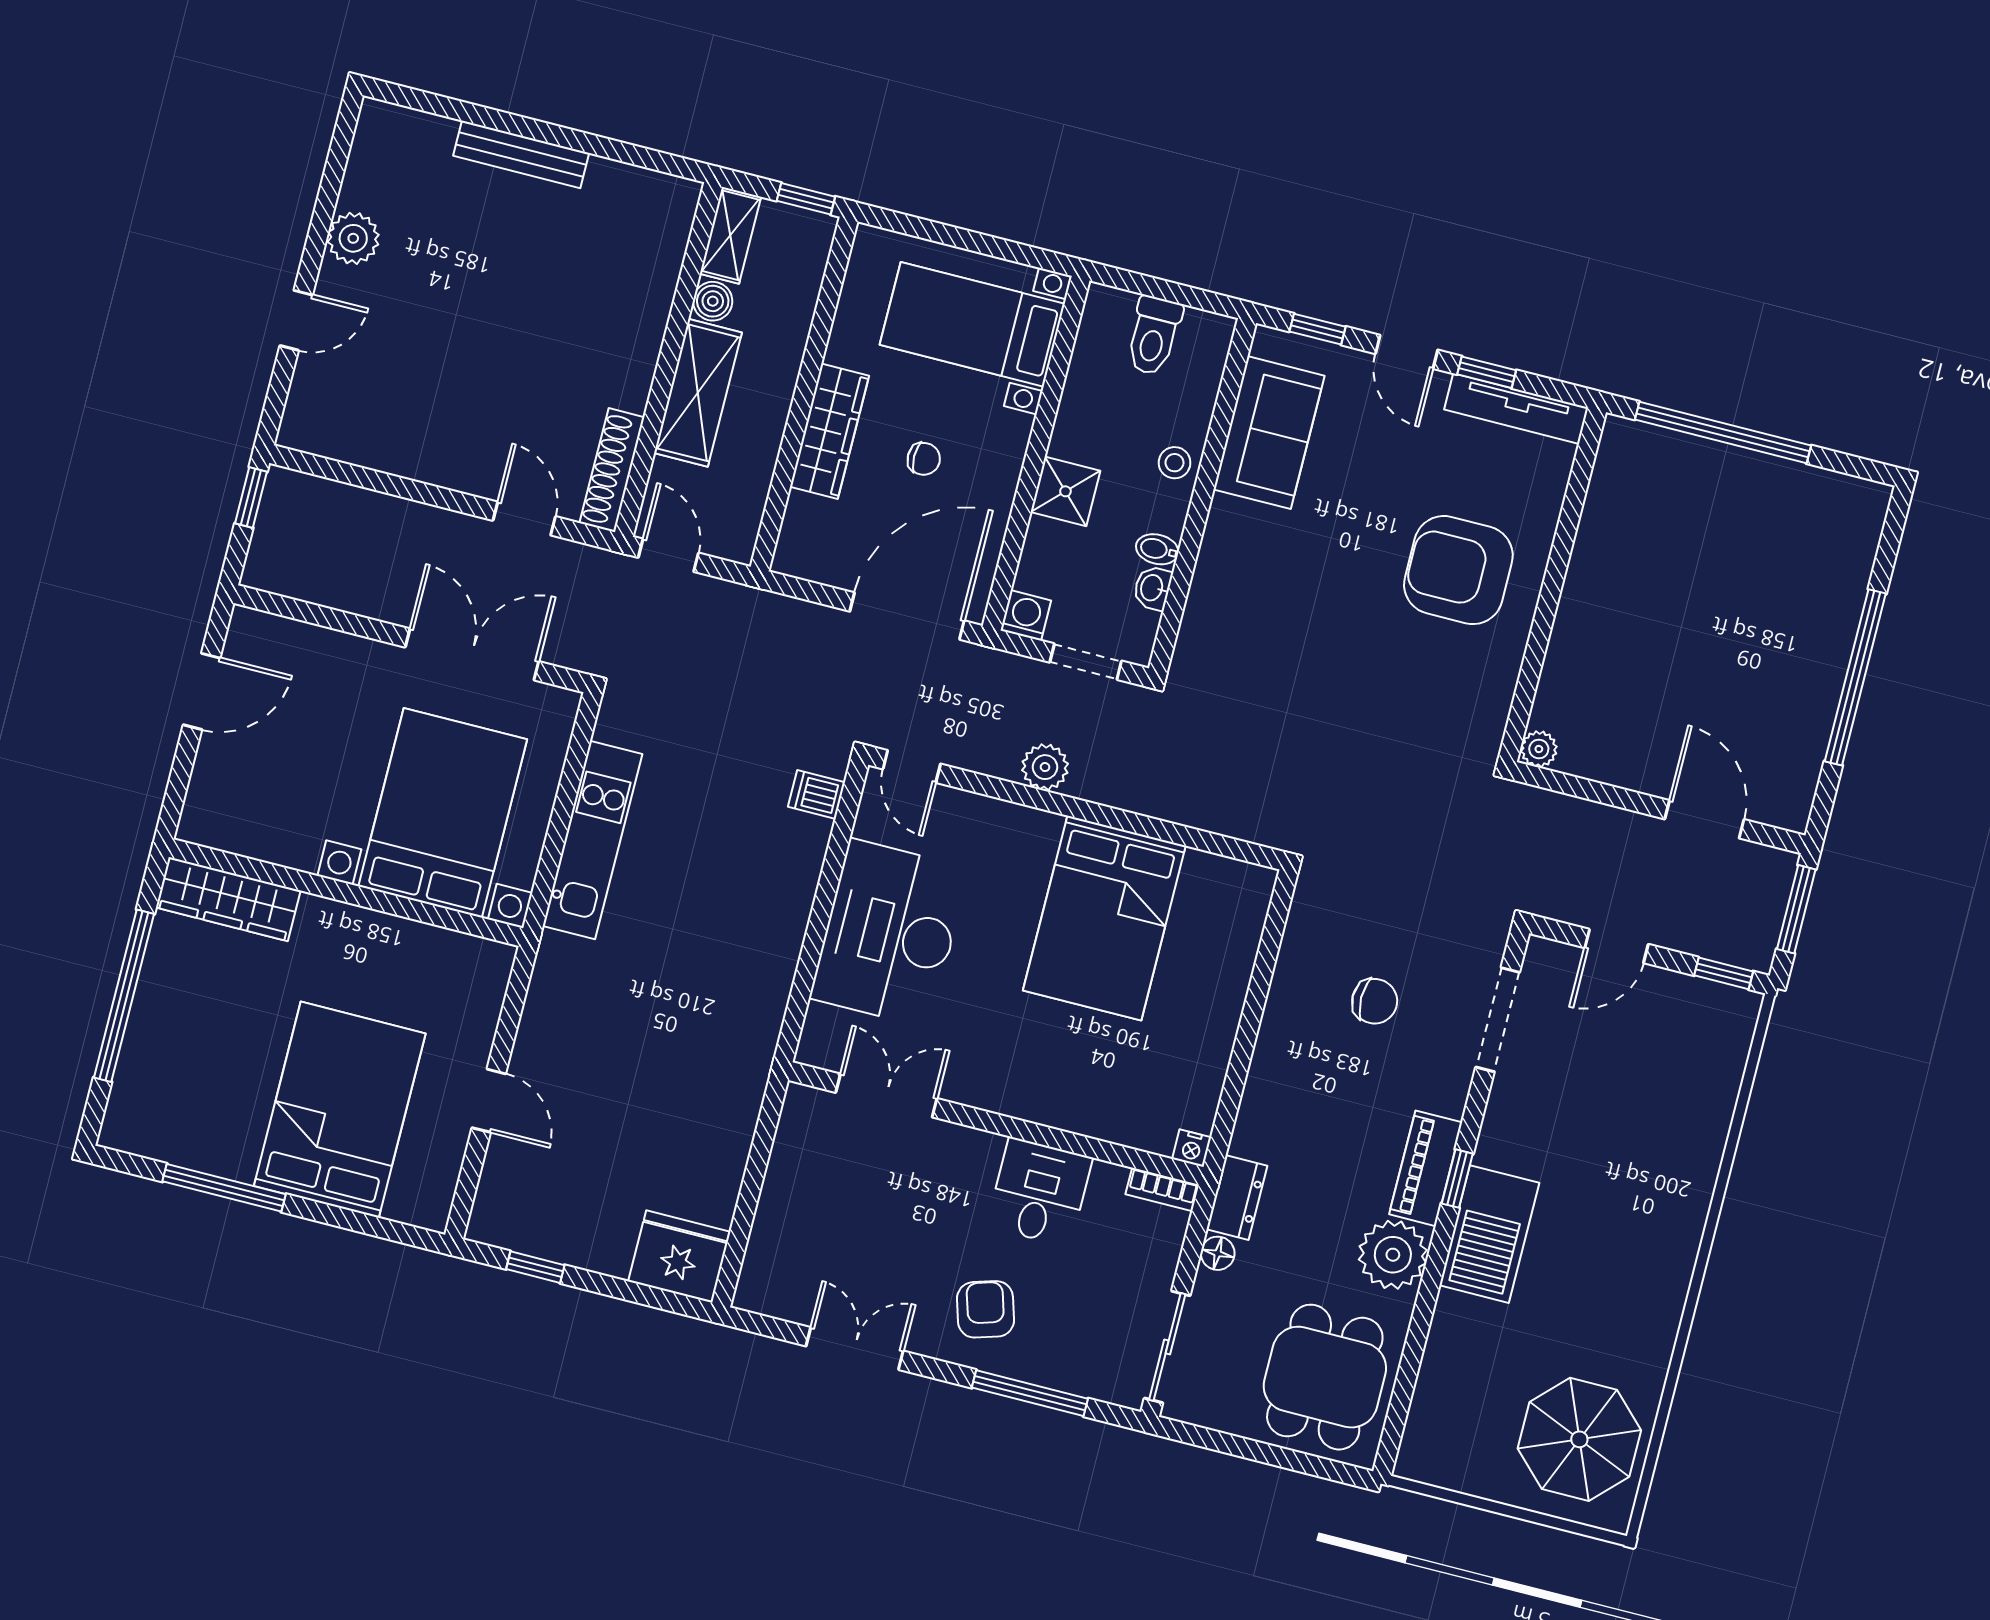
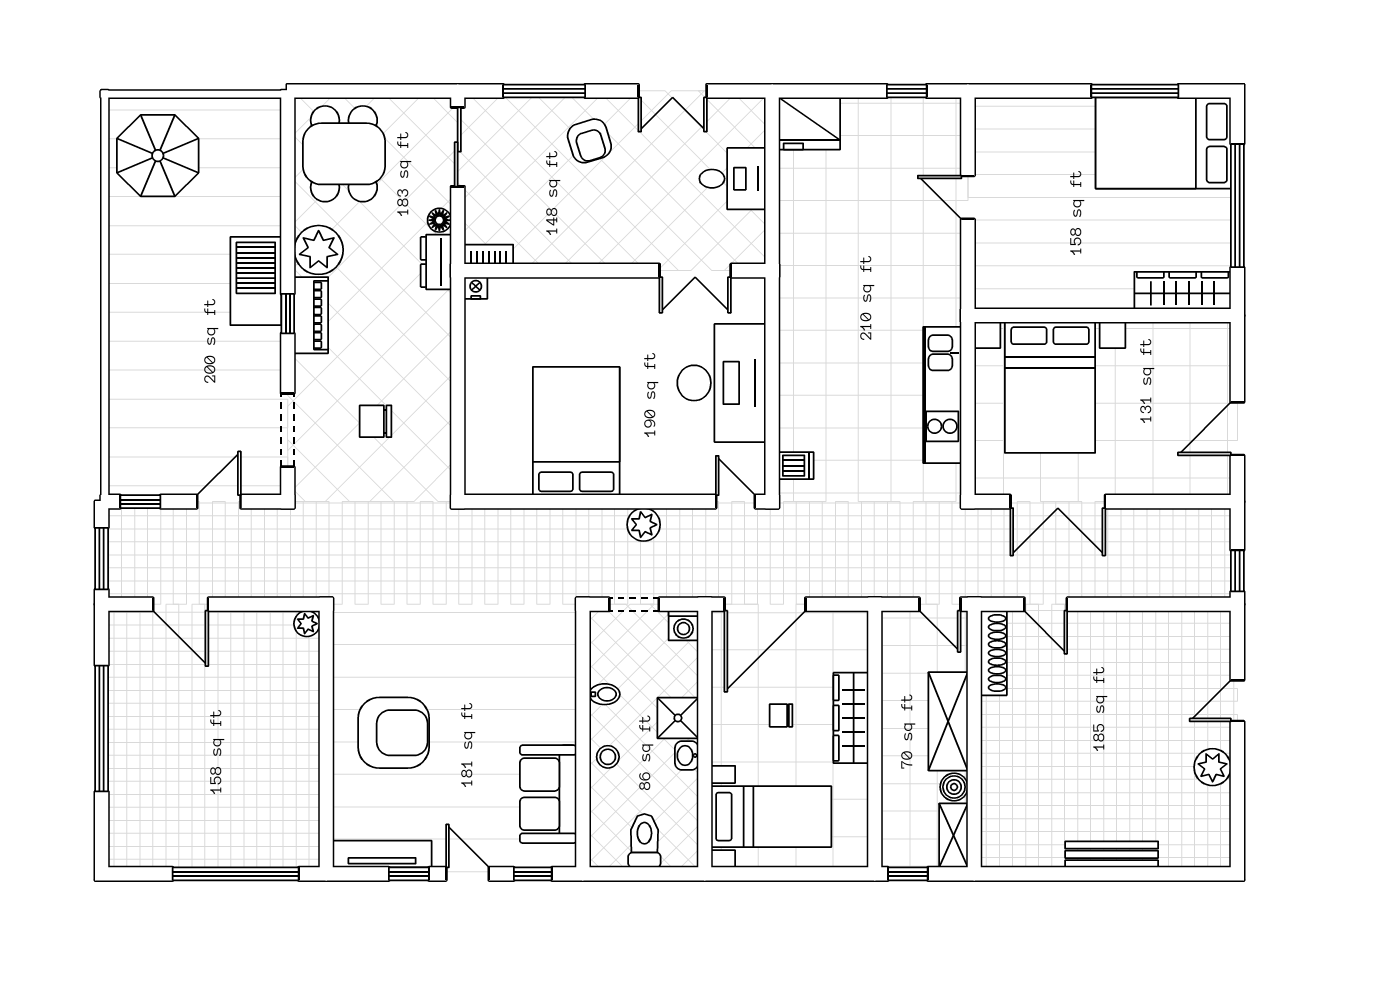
washbasin: (1153, 588) -> (687, 755), moved, turned 180
bed: (340, 1110) -> (1163, 143), moved, turned 90
desk: (1040, 1192) -> (733, 179), moved, turned -90

